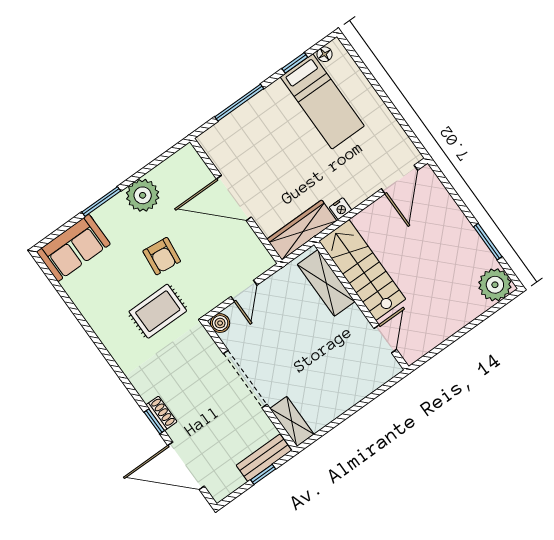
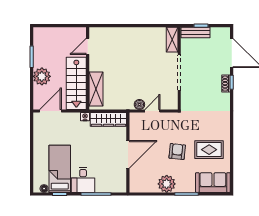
desk: (274, 110) -> (83, 180), added
door: (234, 198) -> (128, 154), hinge flipped
stairs: (362, 270) -> (76, 83), moved
shelving: (326, 283) -> (96, 89), moved
plant: (495, 285) -> (42, 76), moved
wall: (361, 305) -> (88, 68), moved
rug: (158, 311) -> (209, 150), moved
boiler: (220, 323) -> (139, 104), moved
door: (385, 339) -> (88, 46), moved

